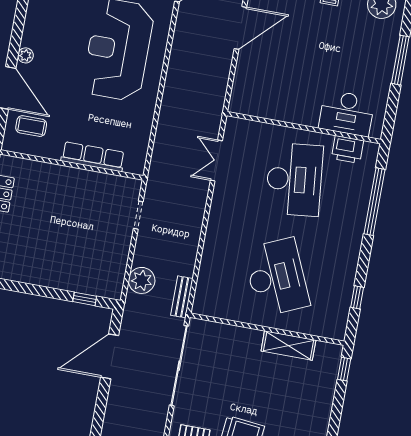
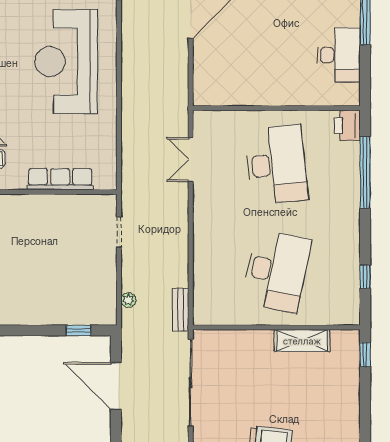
desk: (347, 113) -> (339, 55), moved, turned -90
printer: (347, 149) -> (347, 126), moved, turned 90
desk: (277, 277) -> (276, 271), turned 36
plant: (142, 280) -> (128, 300), width x0.53, depth x0.53
door: (110, 356) -> (116, 386), hinge flipped

